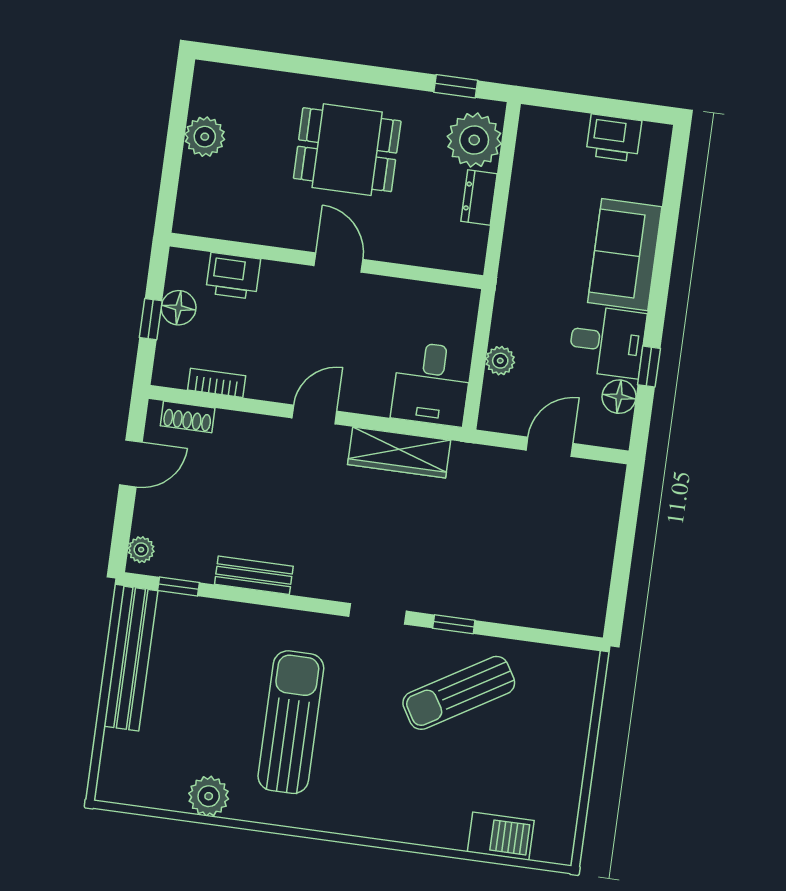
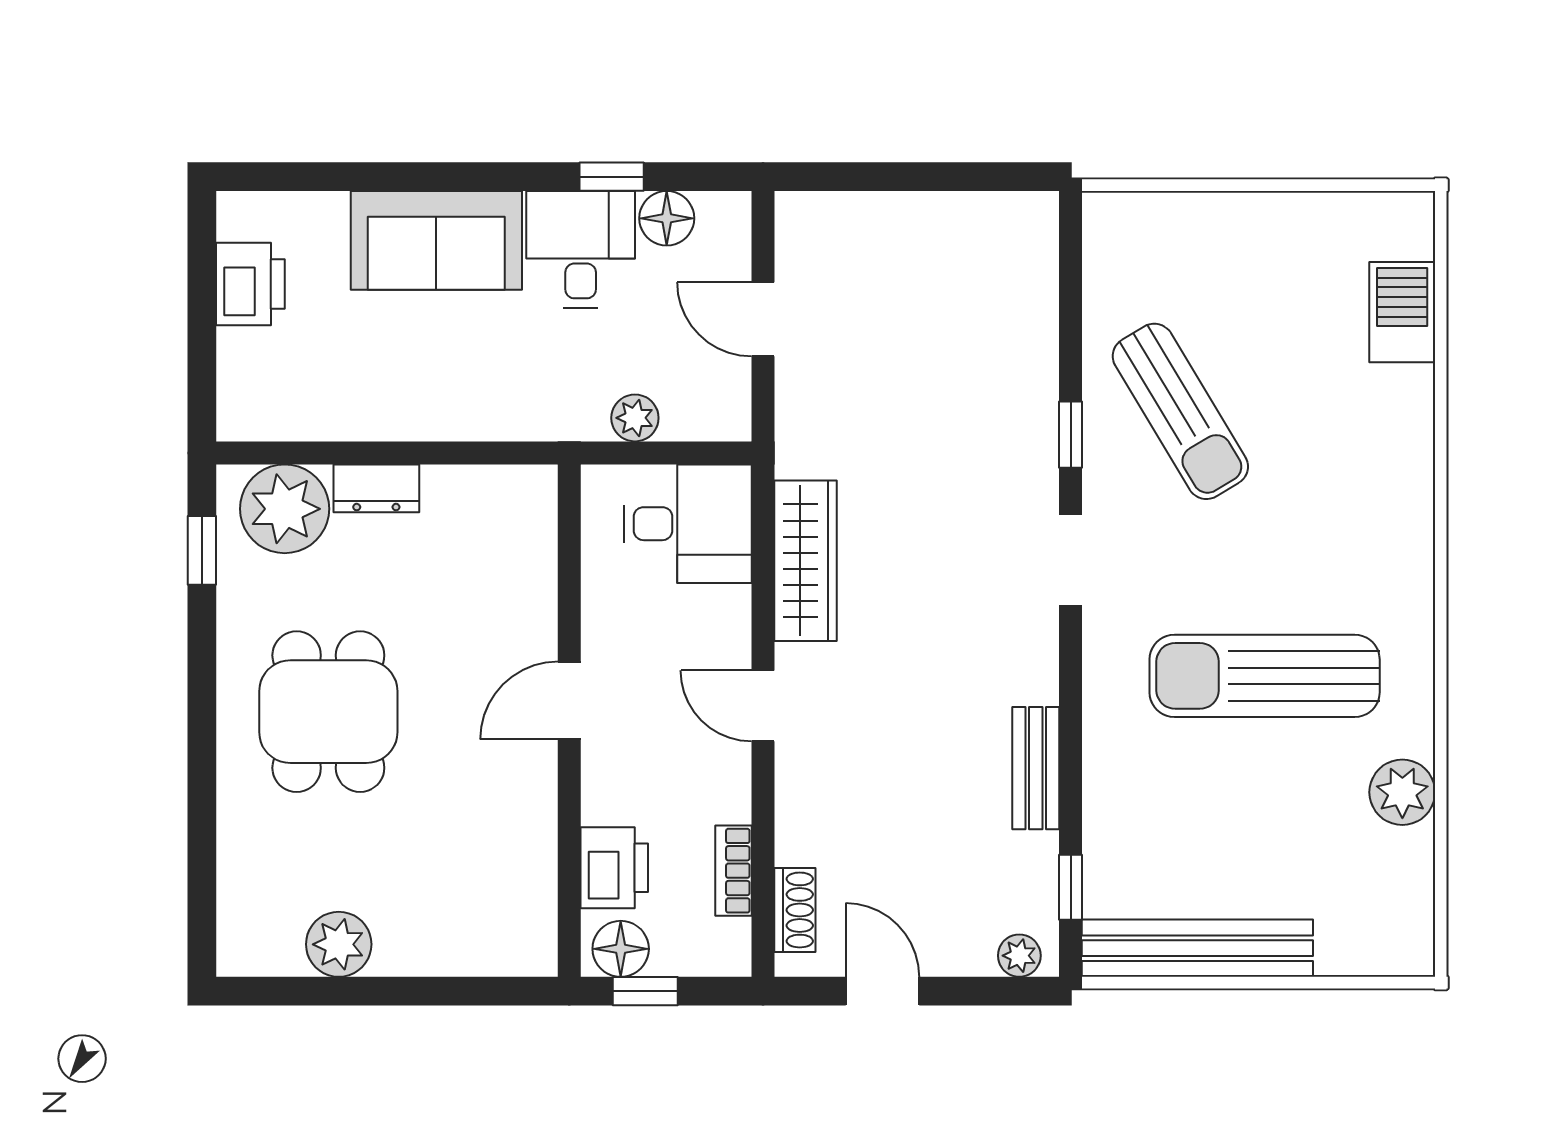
wall: (326, 261) -> (569, 721), moved
door: (339, 263) -> (569, 701), moved
printer: (233, 276) -> (614, 868), moved

